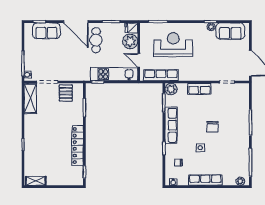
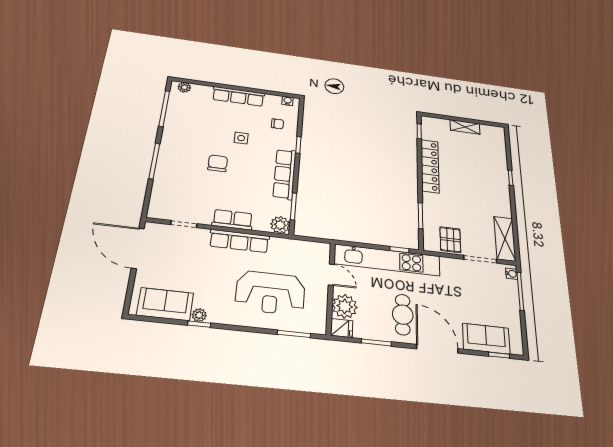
kitchen unit: (114, 74) -> (387, 260), width x1.36
row of seats: (161, 75) -> (239, 241), moved
shelving: (36, 181) -> (465, 127), moved

